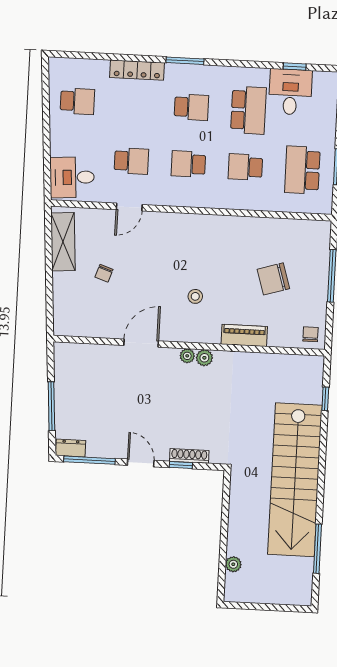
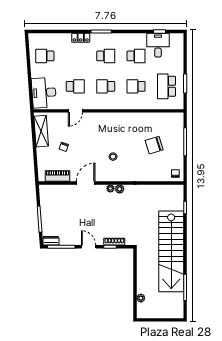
locker: (137, 70) -> (81, 38), width x0.66
school desk: (77, 101) -> (45, 56), turned 180
school desk: (248, 110) -> (136, 56), width x0.54
desk: (72, 177) -> (44, 93), width x1.37
piano: (244, 335) -> (58, 176), moved

